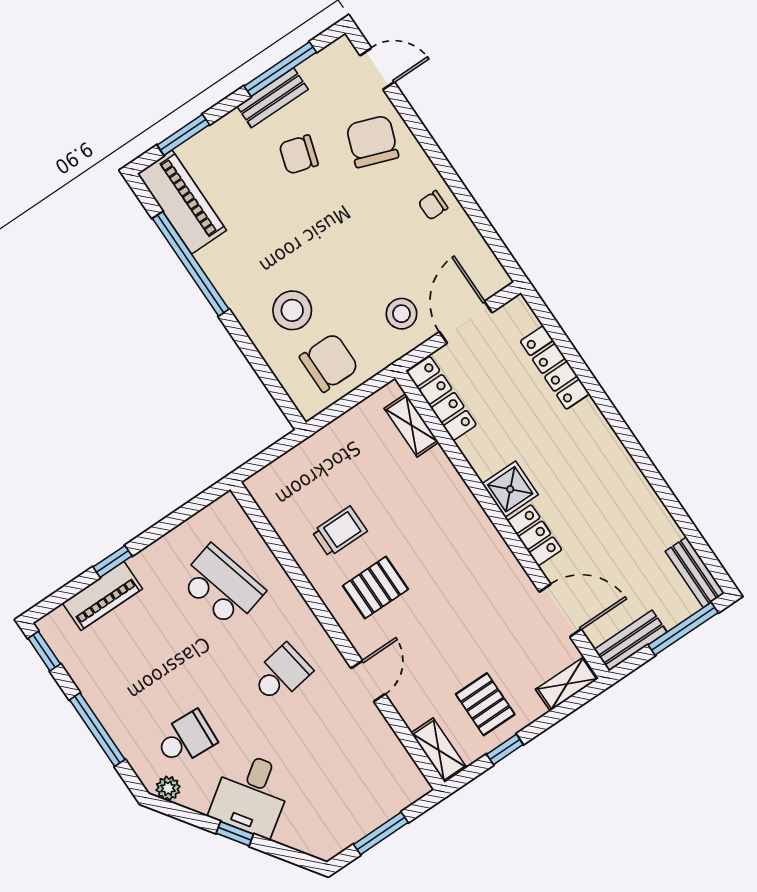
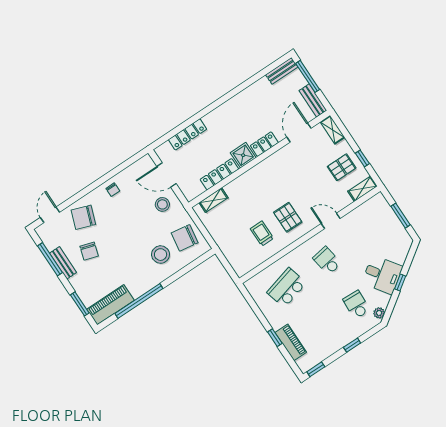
chair: (329, 363) -> (185, 238), turned -81
locker: (442, 398) -> (219, 174), moved
window: (97, 730) -> (352, 345), width x0.46

